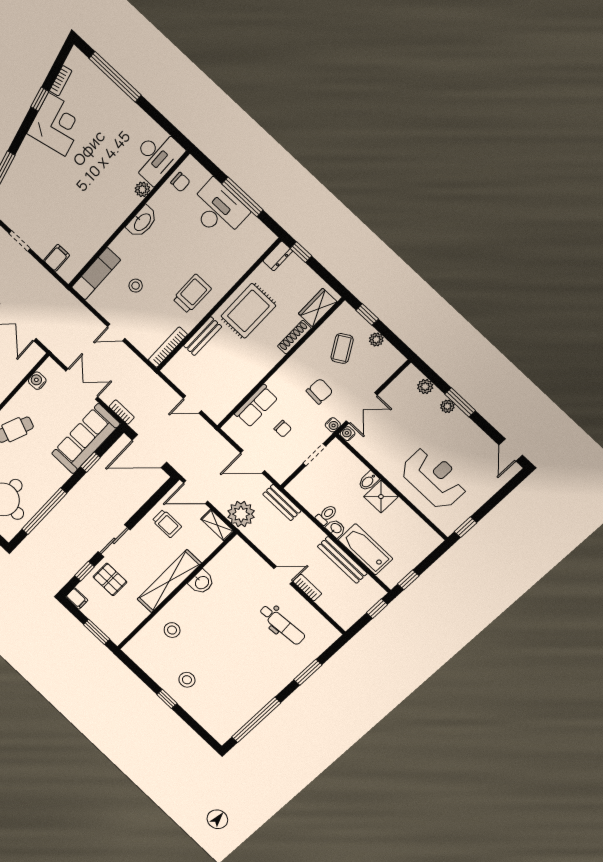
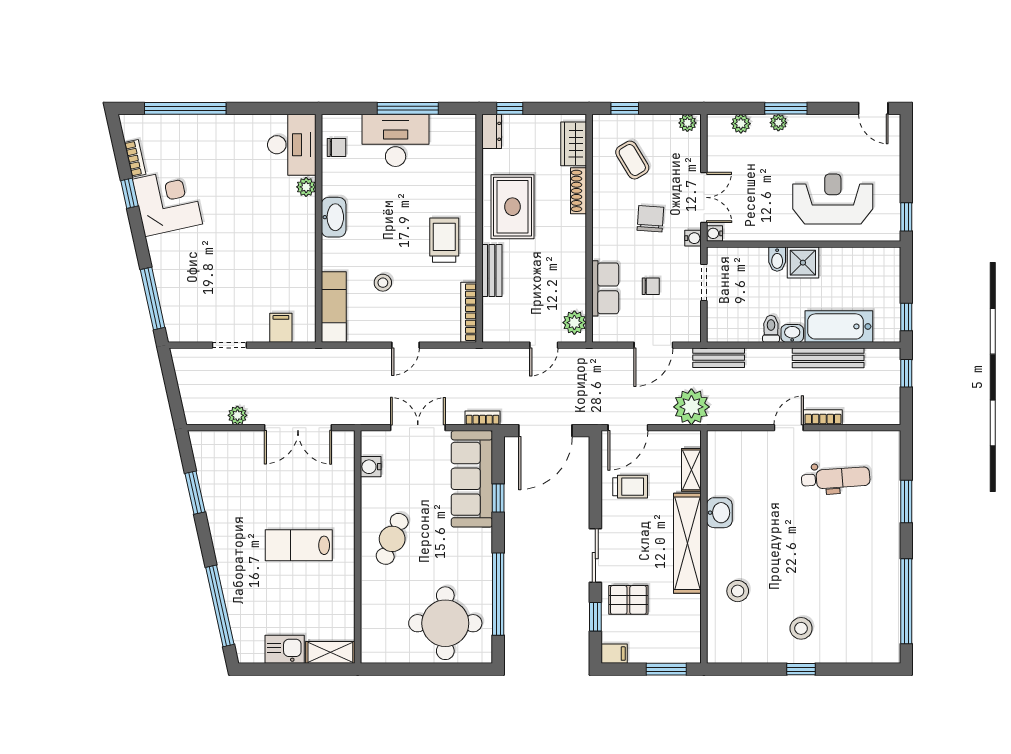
plant: (376, 339) -> (687, 123), moved
plant: (221, 408) -> (574, 323), added
shelving: (217, 525) -> (691, 470), moved, turned 90

